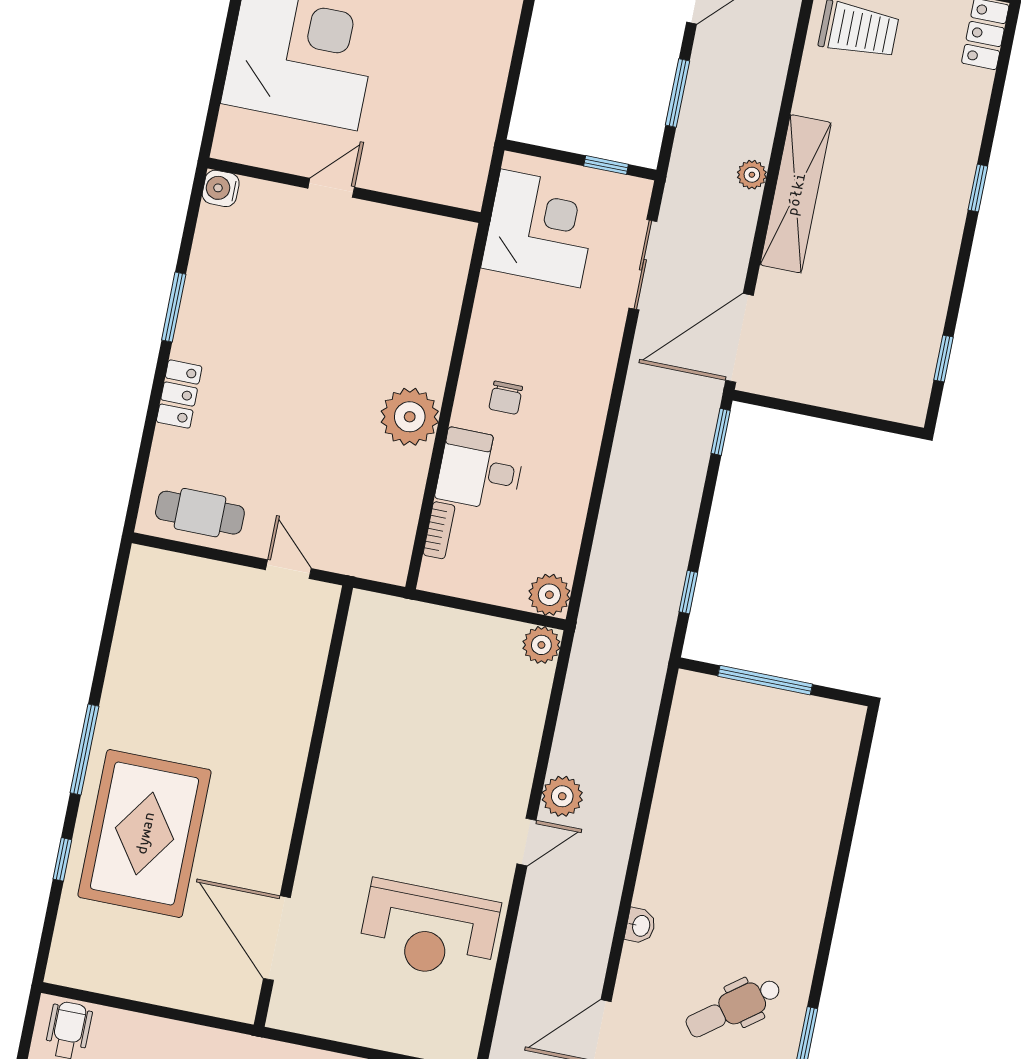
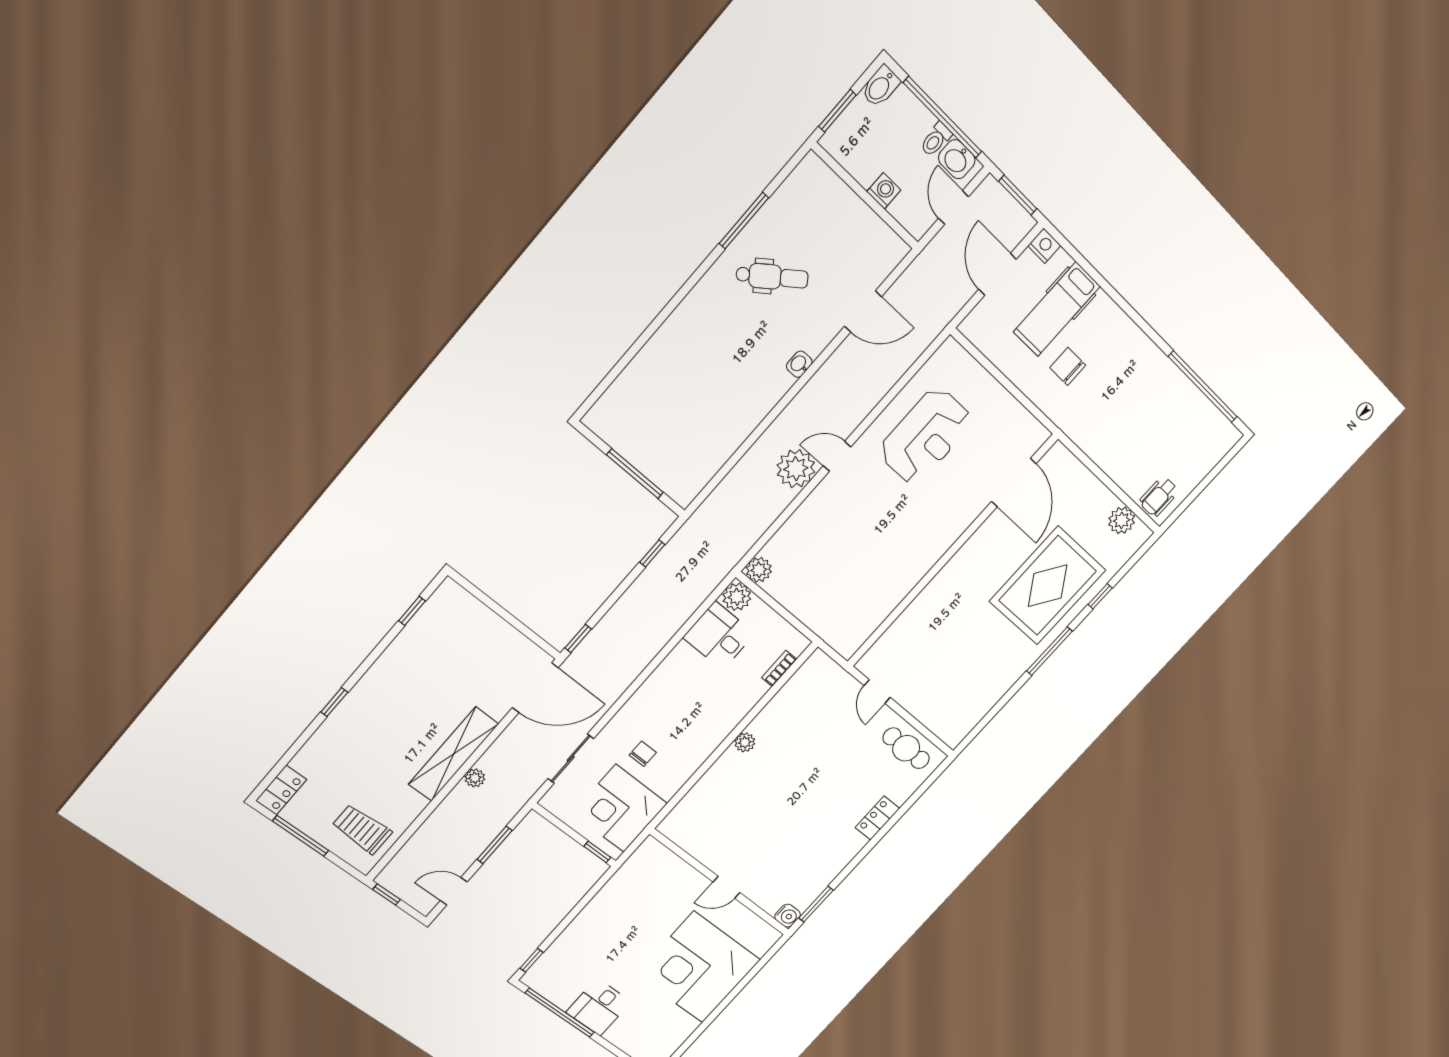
window: (606, 165) -> (597, 852), moved
window: (174, 307) -> (816, 904), moved
chair: (506, 398) -> (643, 754), moved
plant: (410, 417) -> (745, 742), width x0.53, depth x0.53
desk: (480, 470) -> (719, 636), moved, turned 180
plant: (562, 796) -> (796, 469), width x1.36, depth x1.36
reception desk: (429, 930) -> (926, 436), turned 90
plant: (99, 972) -> (1122, 520), added

